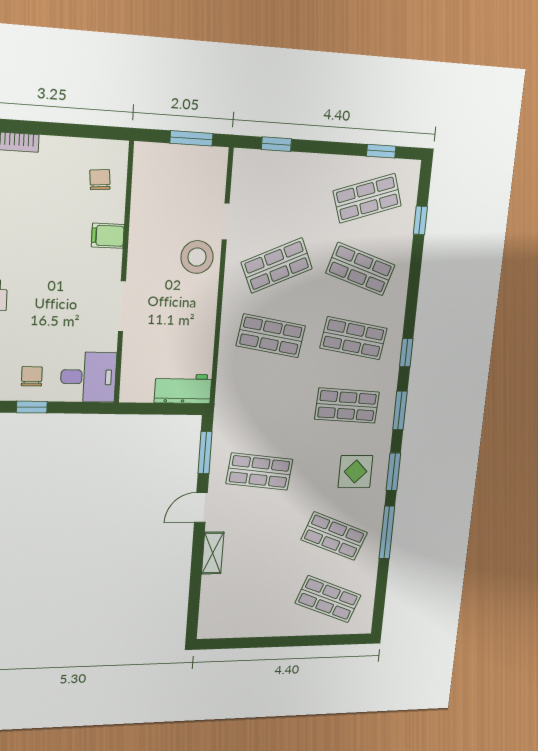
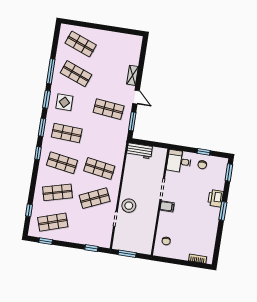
filing cabinet: (108, 236) -> (167, 206), moved
shop shelf: (360, 269) -> (57, 192), turned -33
door: (201, 507) -> (136, 97), hinge flipped

